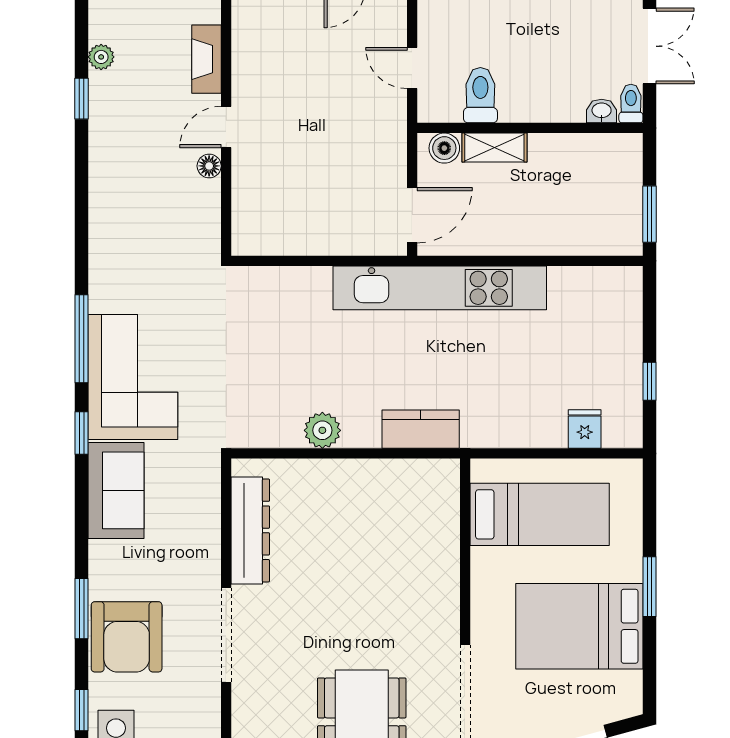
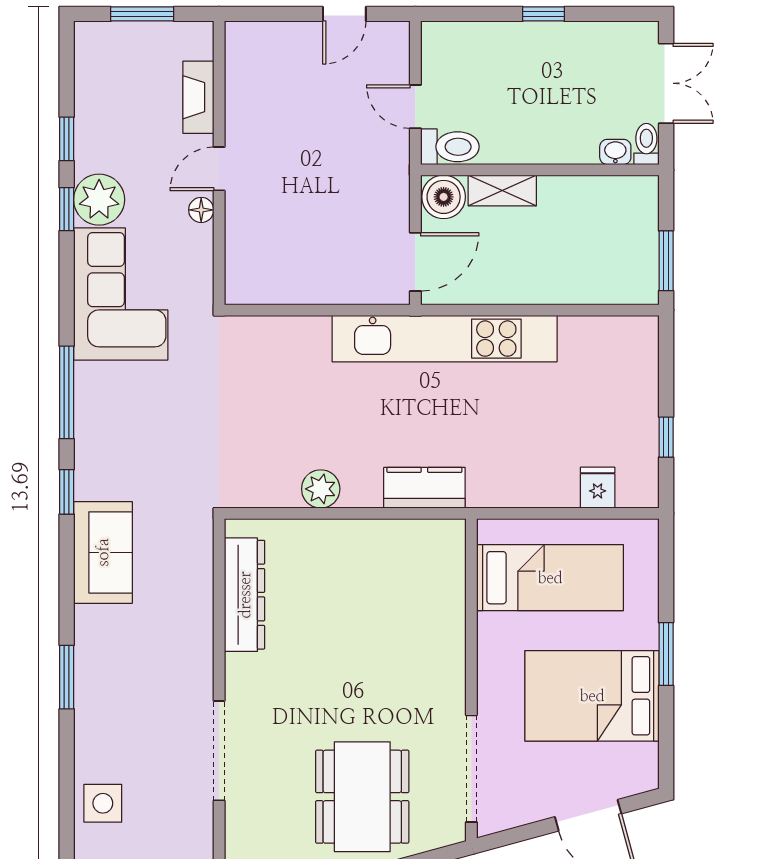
plant: (101, 57) -> (99, 200), moved, width x1.88, depth x1.88
toilet: (480, 95) -> (450, 147), moved, turned 90
boiler: (444, 148) -> (444, 197), width x1.36, depth x1.36
corner sofa: (133, 377) -> (121, 294), moved
doorway: (226, 635) -> (219, 751), moved
armchair: (127, 637) -> (114, 707), removed
window: (82, 710) -> (67, 209), moved

